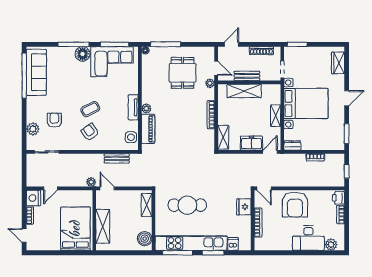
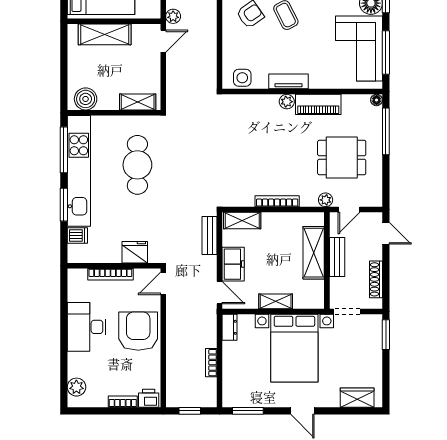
piano: (148, 129) -> (318, 104), moved
bench: (117, 158) -> (210, 235), moved
armchair: (295, 205) -> (138, 331), turned 90
desk: (308, 238) -> (87, 327), moved

